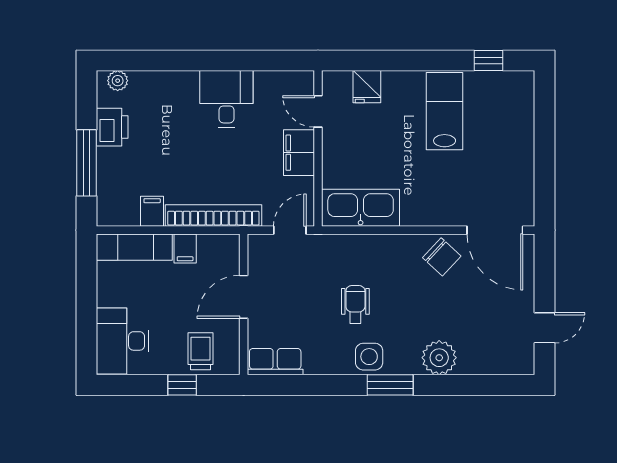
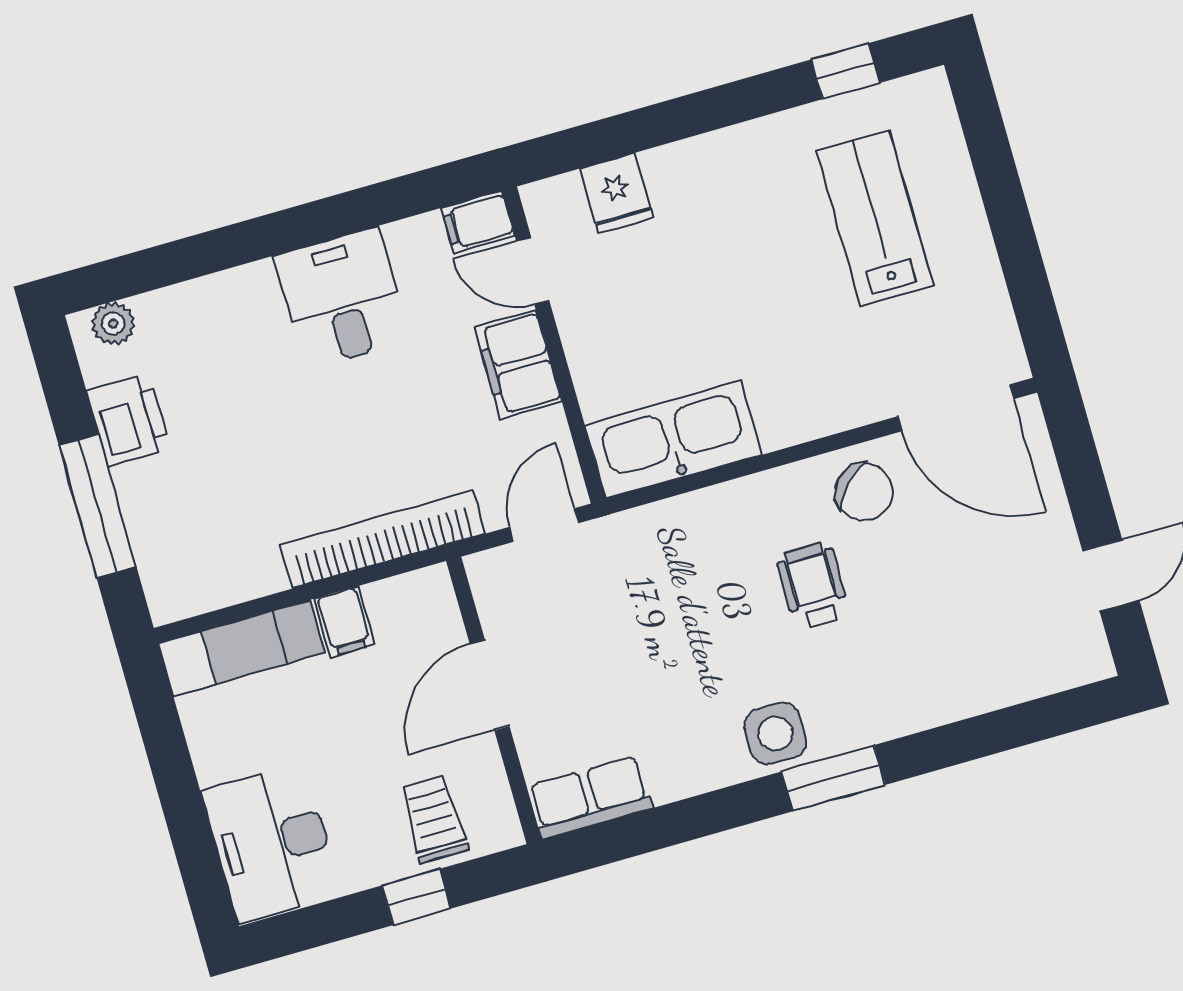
lab bench: (445, 111) -> (875, 218), moved
filing cabinet: (152, 211) -> (478, 222), moved, turned -90
wheelchair: (355, 304) -> (813, 586), moved
plant: (439, 358) -> (917, 696), removed

